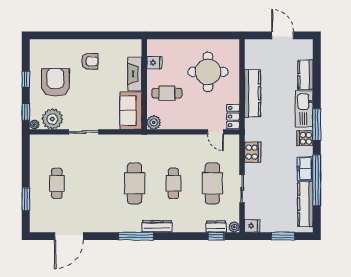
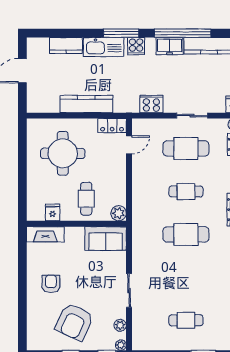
fireplace: (135, 74) -> (45, 234), moved
armchair: (55, 82) -> (74, 322), turned -65
plant: (52, 119) -> (120, 325), width x0.53, depth x0.53

